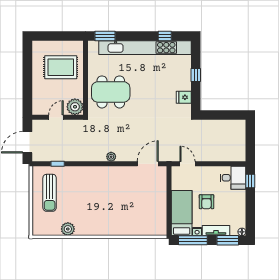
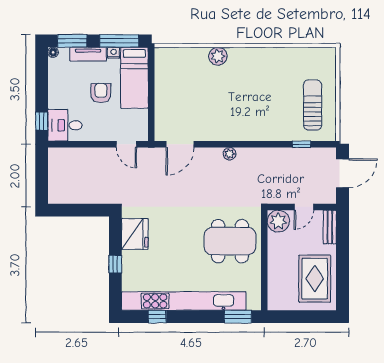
rug: (61, 67) -> (315, 279), moved, turned 90
fridge: (184, 97) -> (135, 234), width x1.88, depth x1.34
bench: (37, 102) -> (330, 227), added
plant: (68, 229) -> (218, 56), moved

